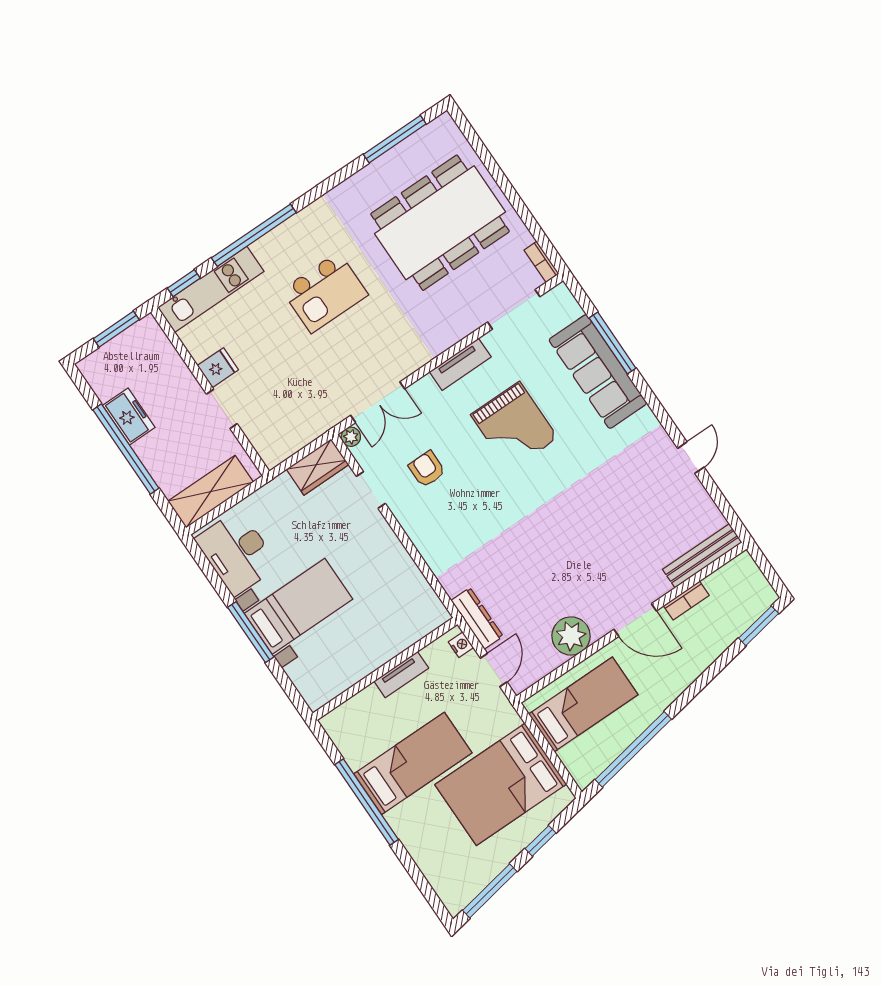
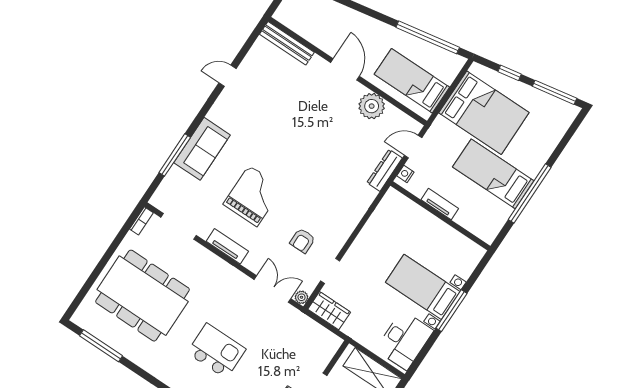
sofa: (598, 372) -> (202, 149), width x0.73
bookcase: (686, 600) -> (319, 42), removed

